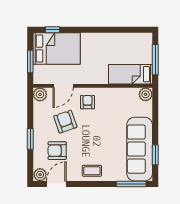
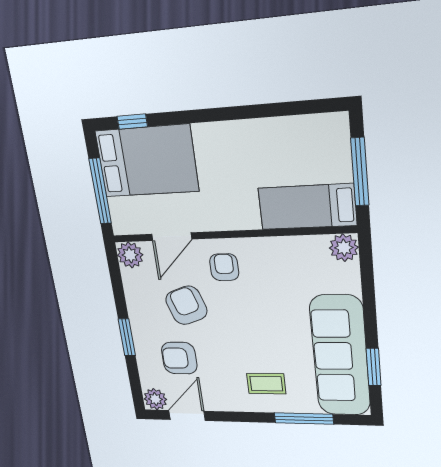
window: (30, 62) -> (100, 191), width x1.44
coffee table: (92, 171) -> (266, 384), moved
window: (131, 184) -> (304, 418), moved

